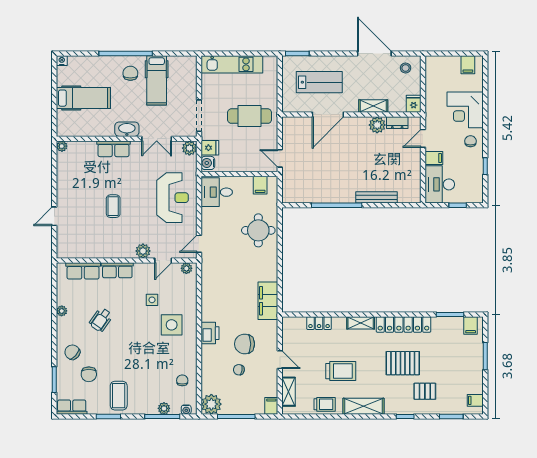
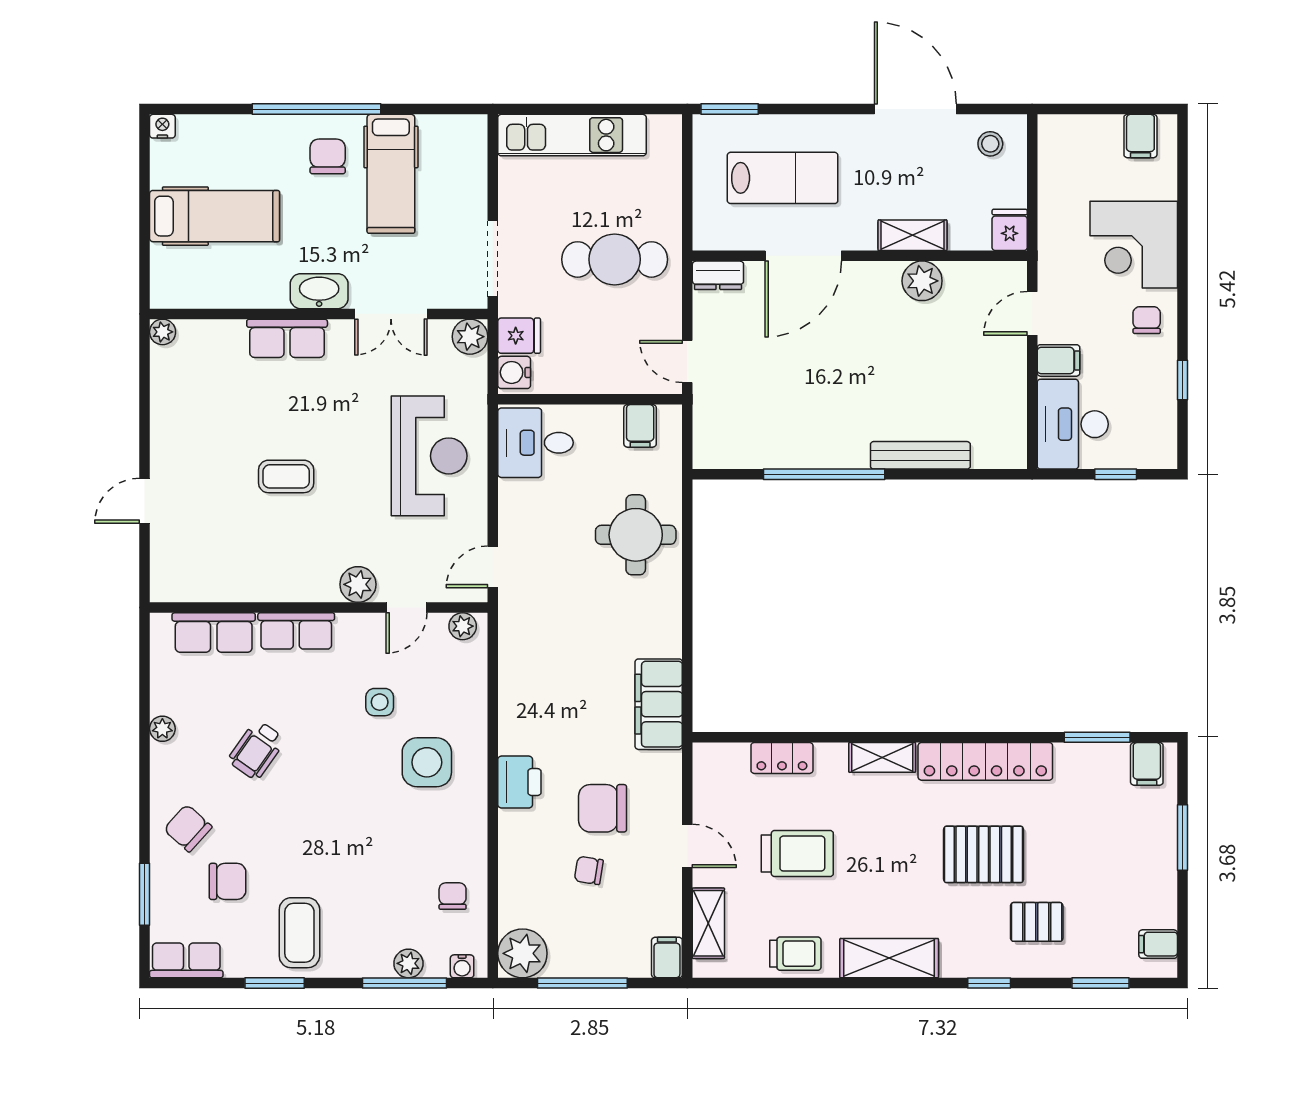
dresser: (397, 123) -> (718, 275), moved
coffee table: (113, 206) -> (286, 476), turned 90
trolley: (341, 371) -> (797, 854), moved
chair: (89, 374) -> (228, 881), turned -90

